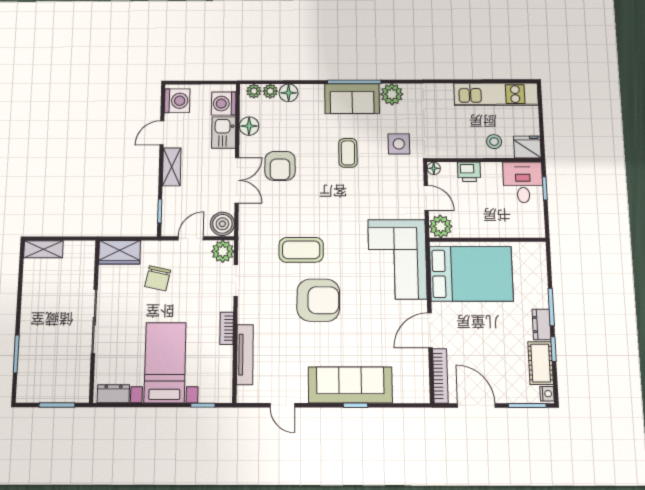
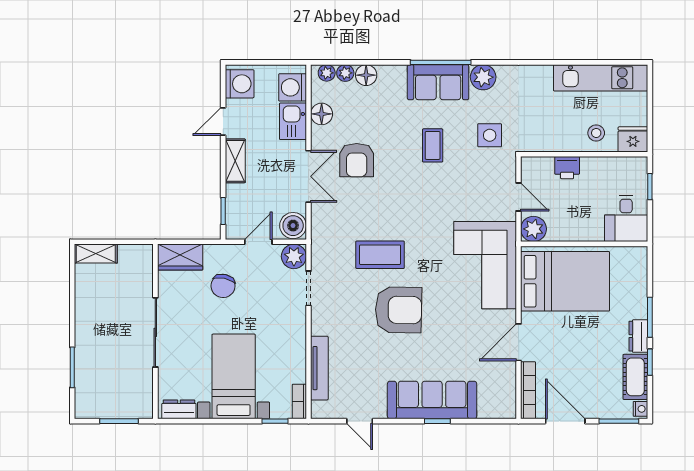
floor lamp: (434, 168) -> (528, 164), removed
desk: (523, 182) -> (626, 219), moved, turned 180
bookcase: (227, 328) -> (299, 401), moved

